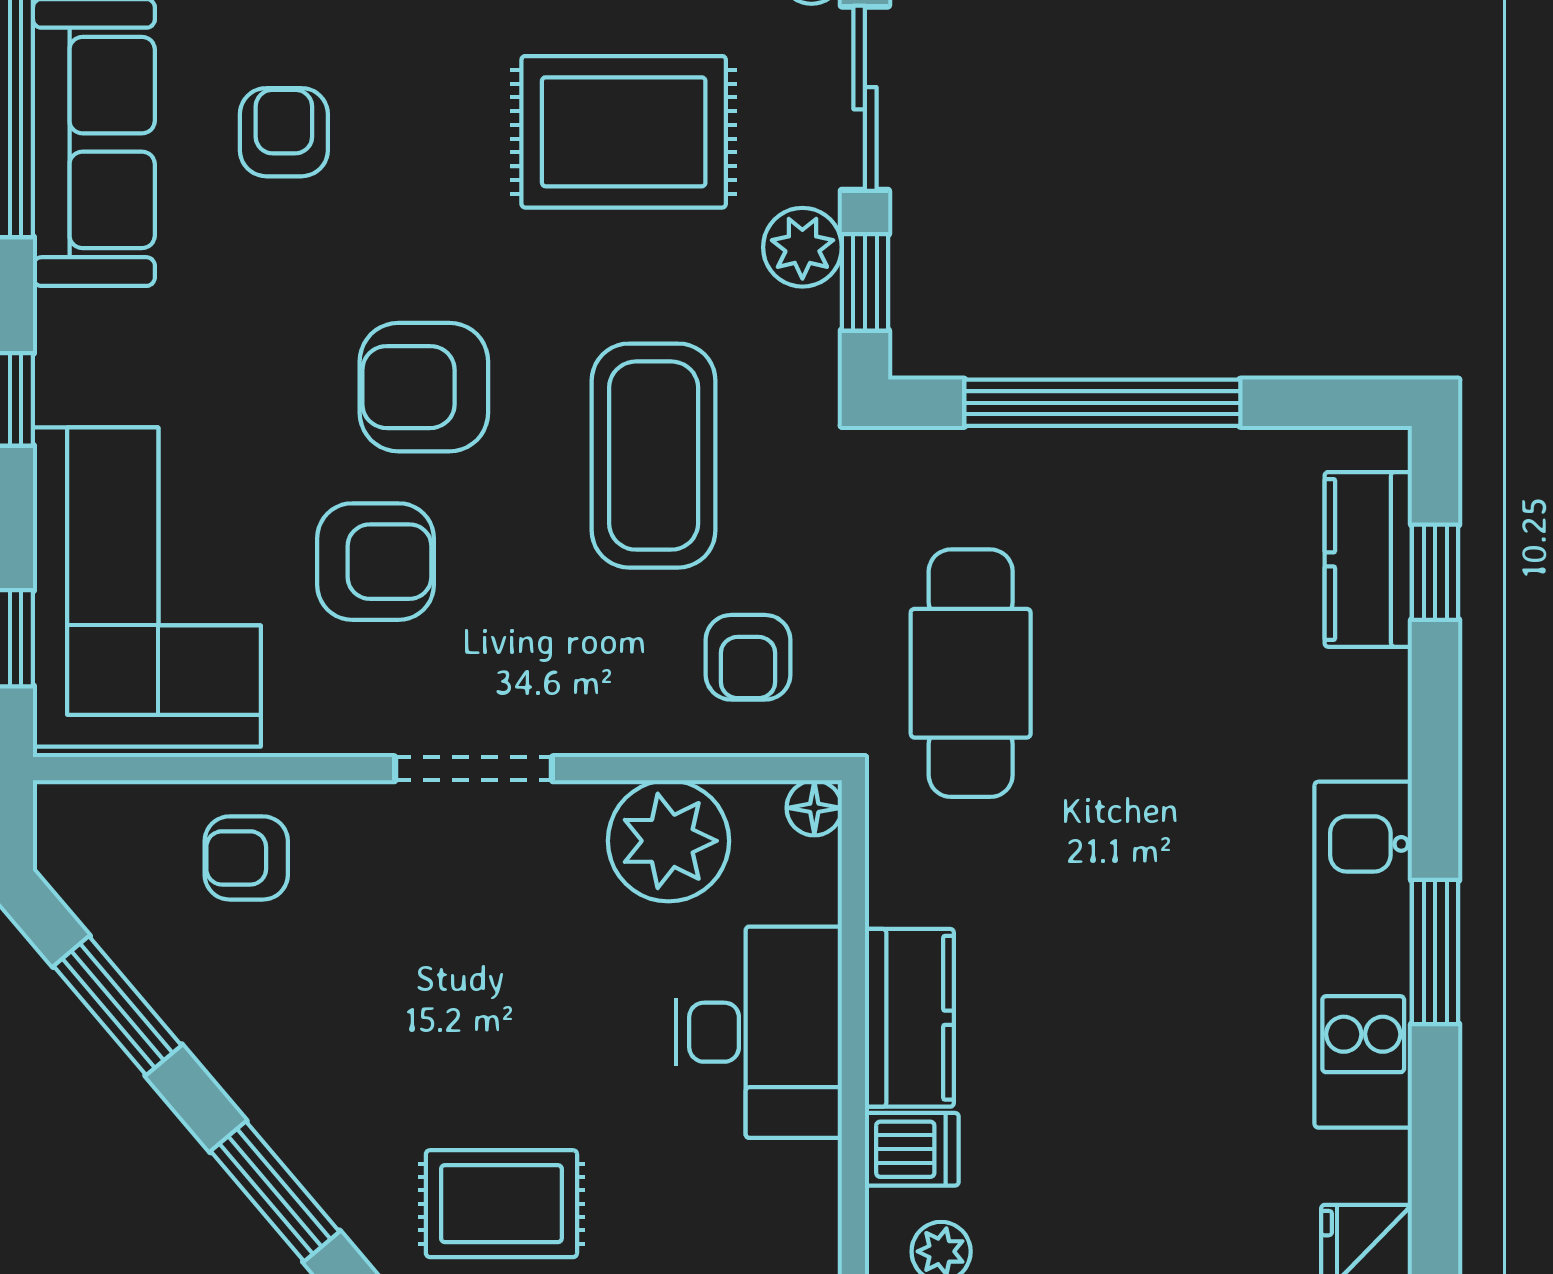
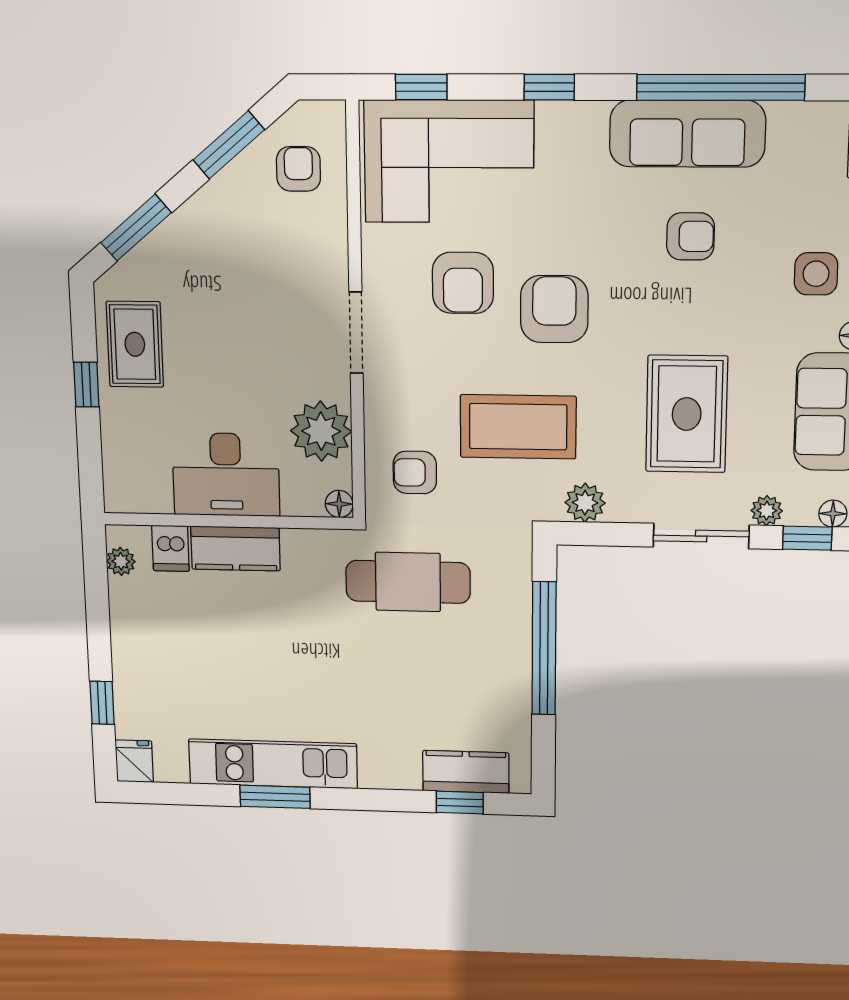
plant: (802, 247) -> (585, 503), moved
window: (865, 282) -> (606, 534), removed
armchair: (246, 858) -> (298, 169), moved

